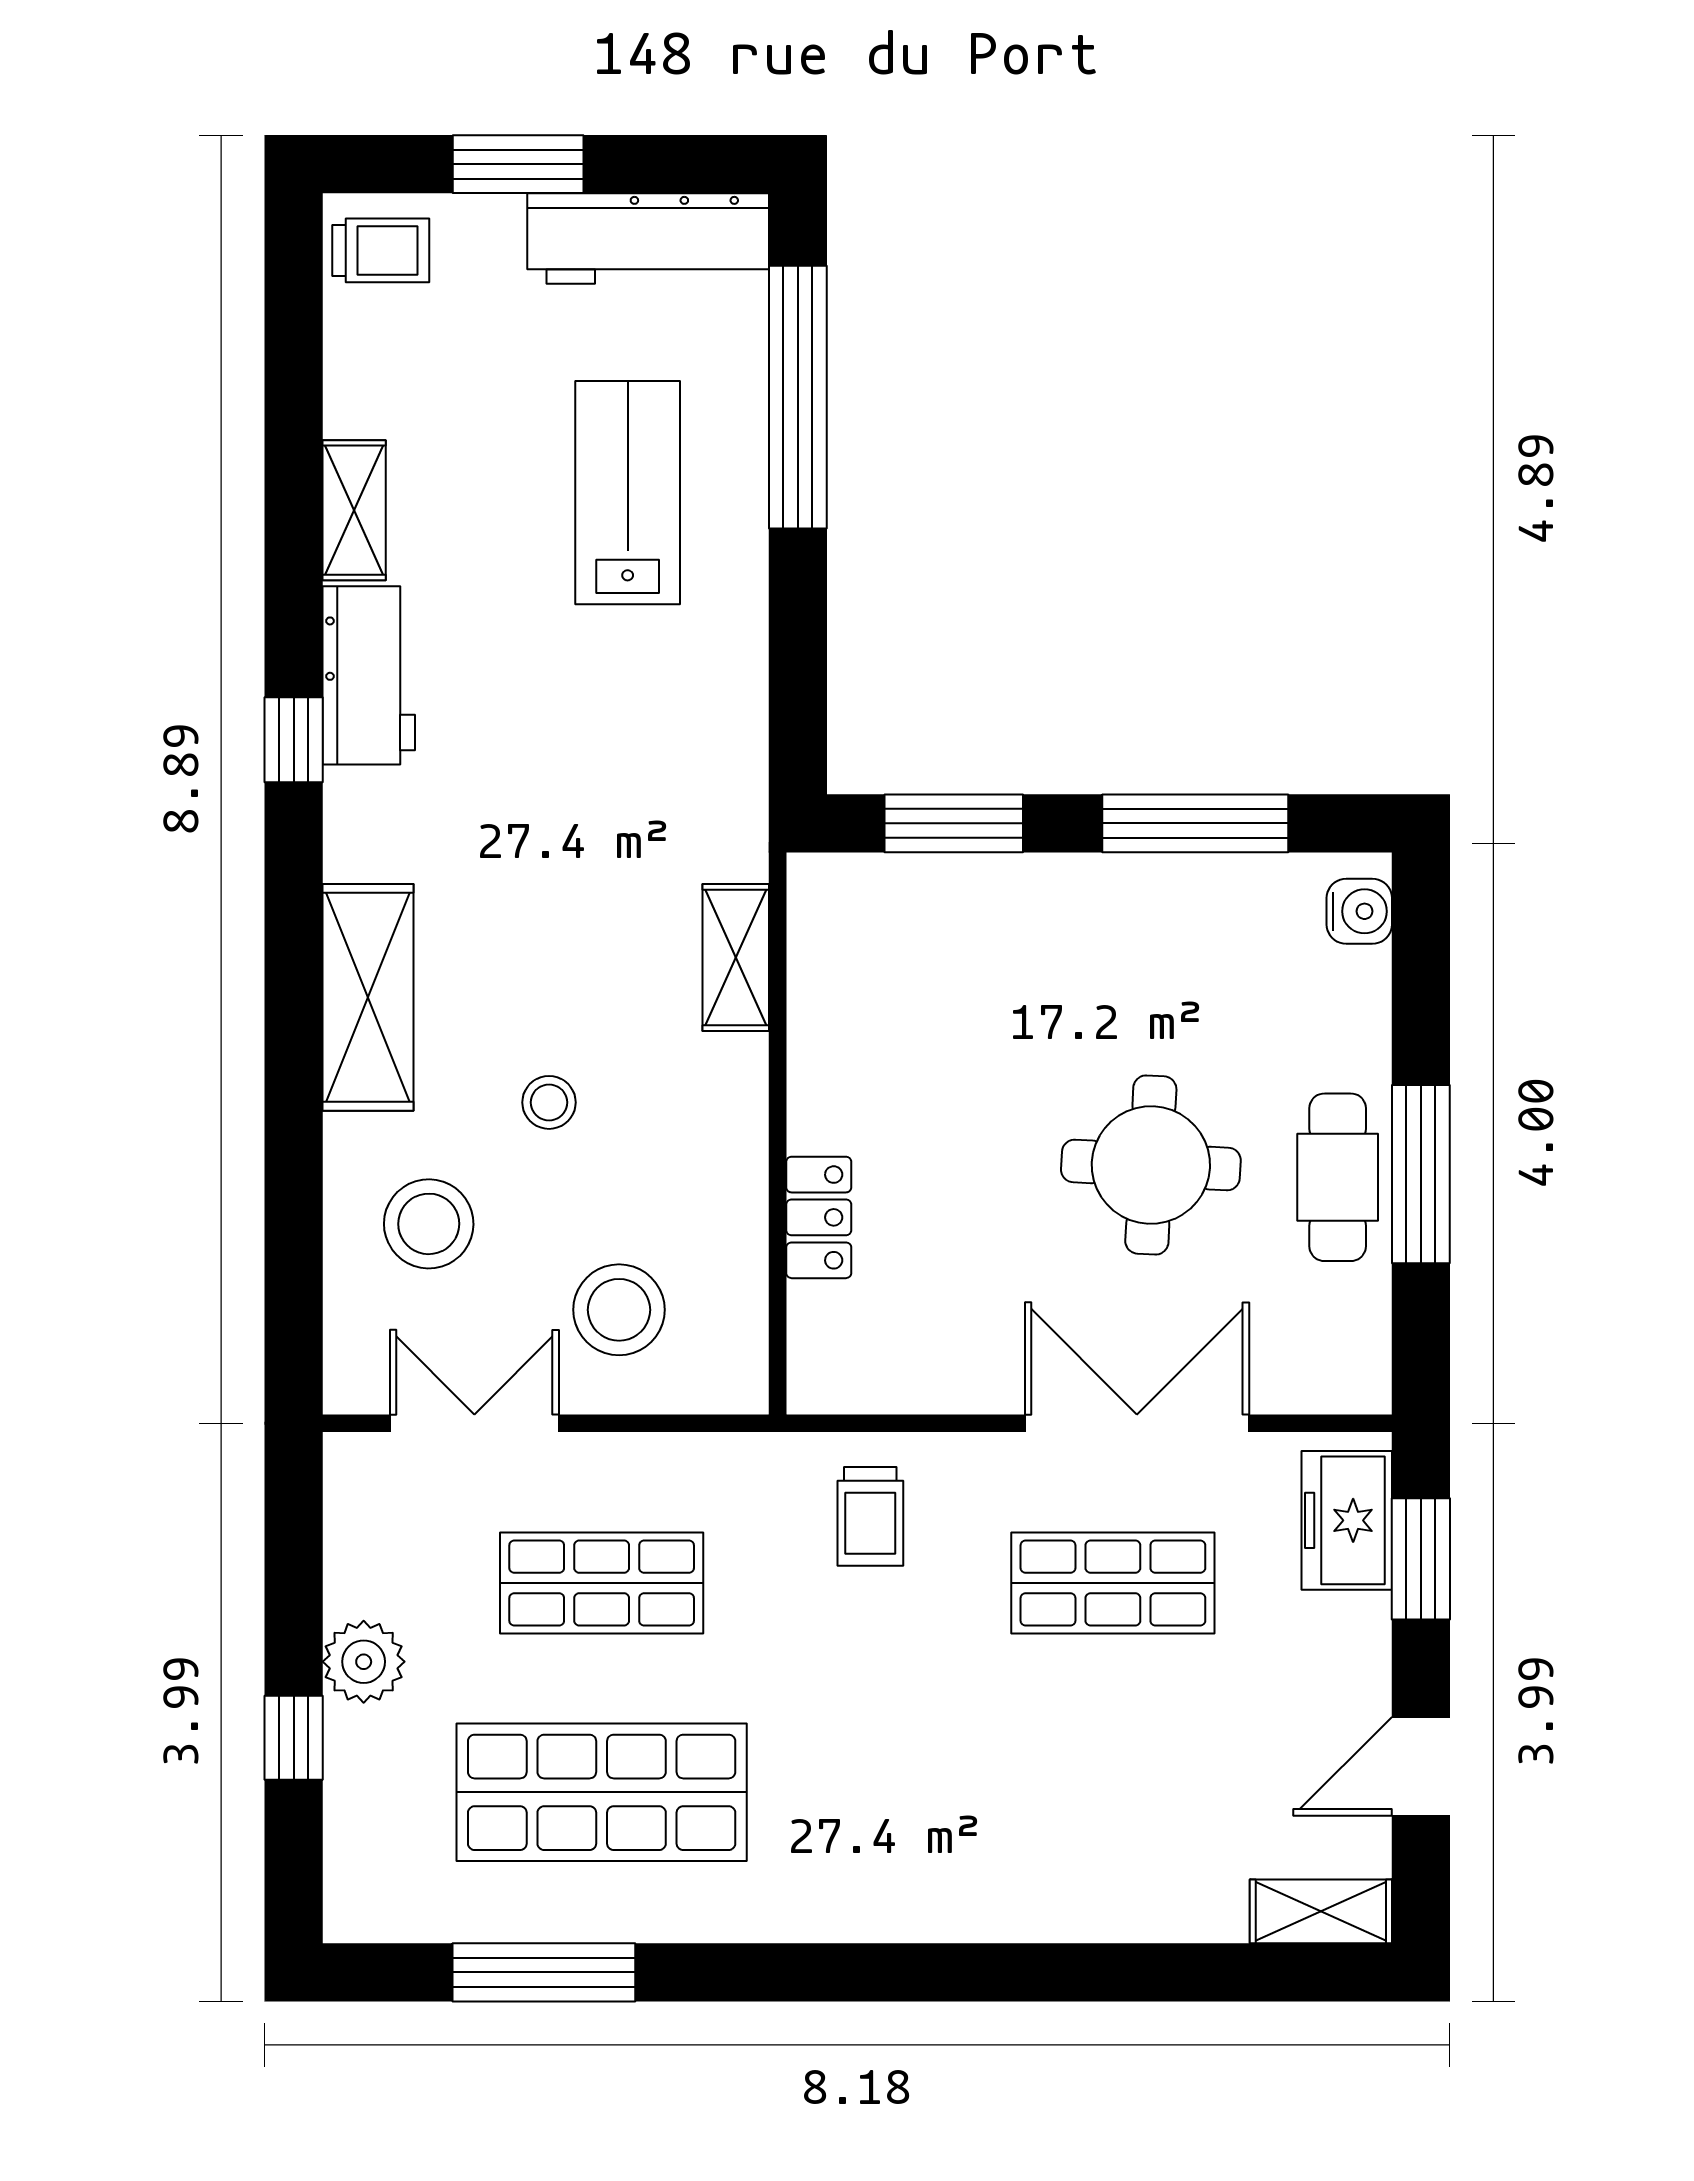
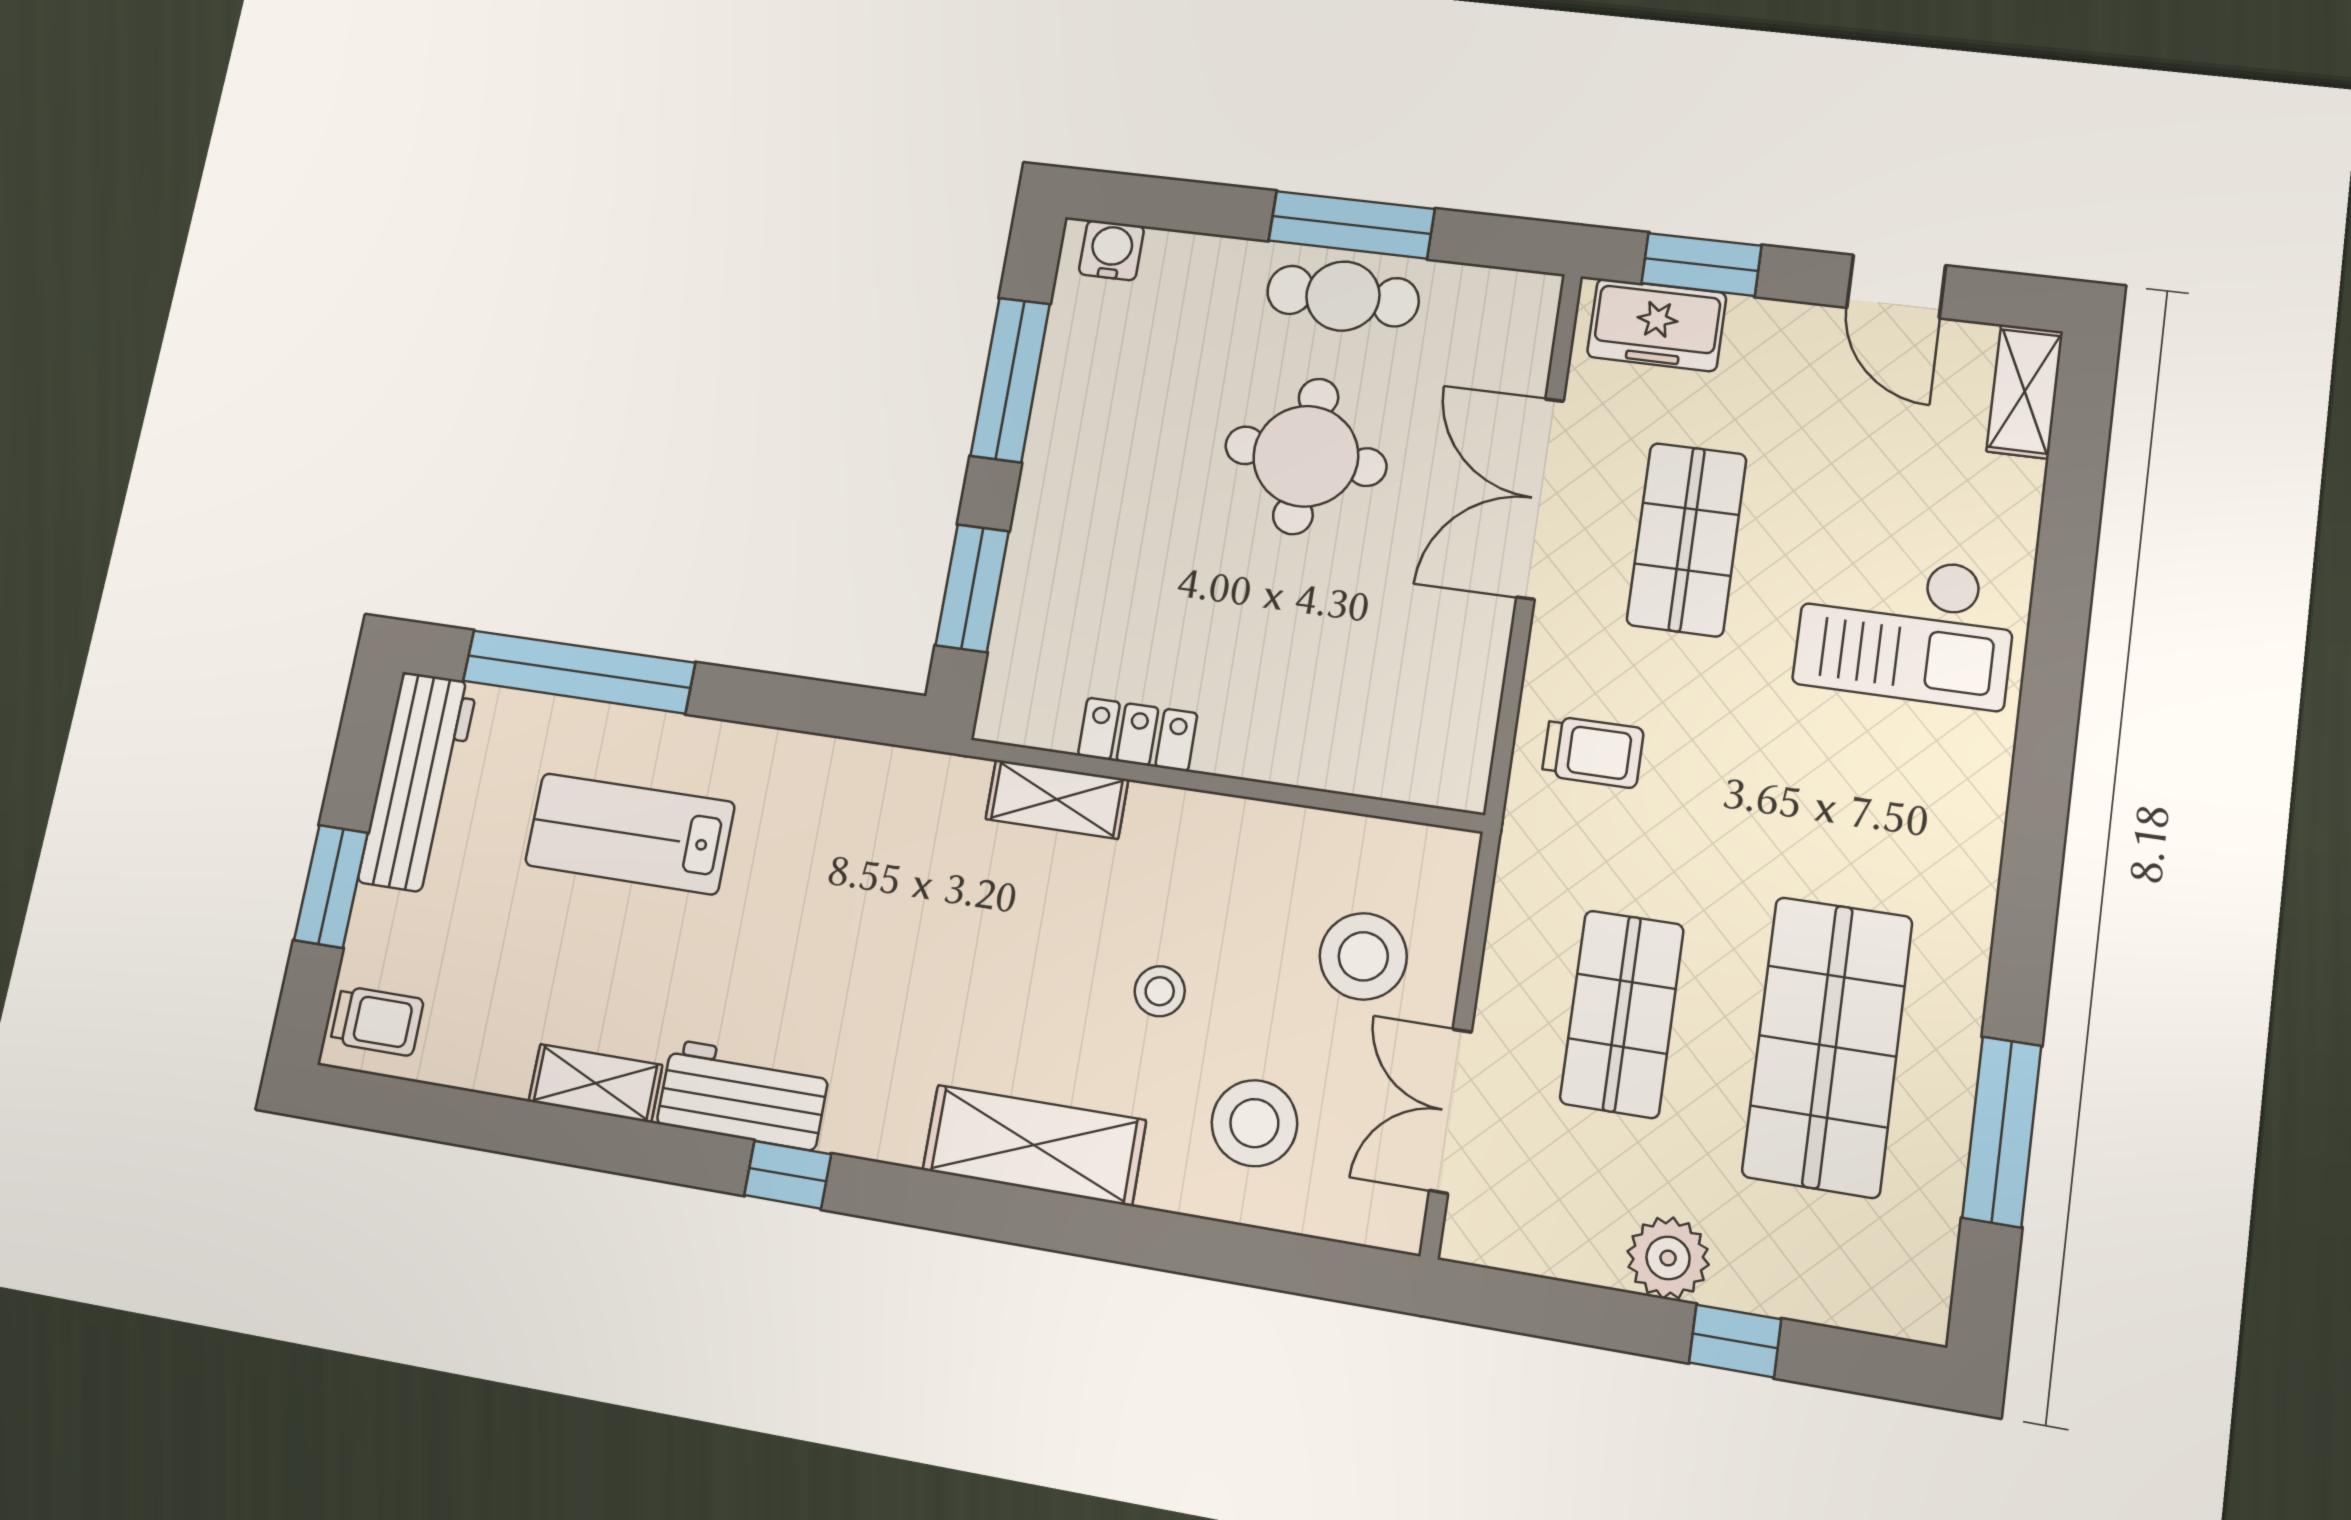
trolley: (381, 250) -> (377, 1021), turned 90
locker: (819, 1217) -> (1138, 734), moved
checkout: (1049, 1819) -> (1905, 628), added

